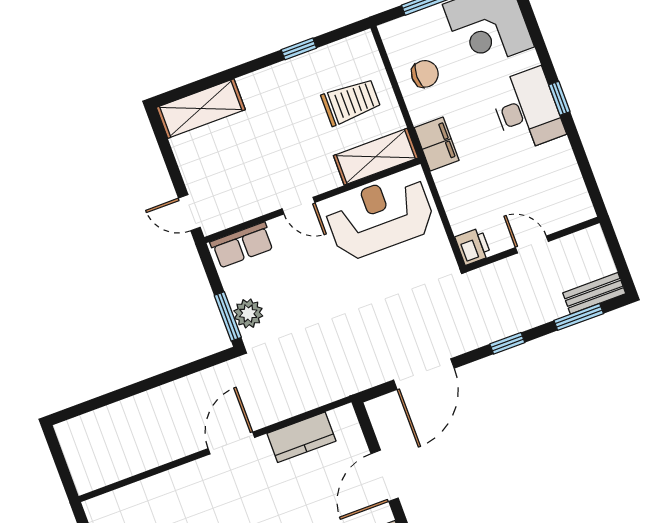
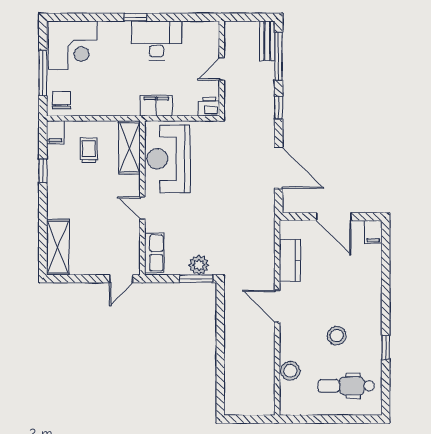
filing cabinet: (359, 46) -> (55, 132), added
chair: (425, 74) -> (61, 100), moved
trolley: (351, 102) -> (89, 150), width x0.73, depth x0.72
desk: (527, 110) -> (157, 40), moved
filing cabinet: (437, 144) -> (156, 106), moved
door: (298, 206) -> (142, 208), swing flipped
window: (579, 317) -> (279, 56), width x1.44
stool: (148, 494) -> (290, 371), added

